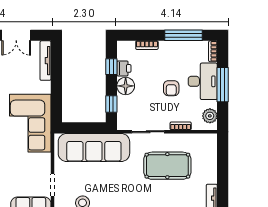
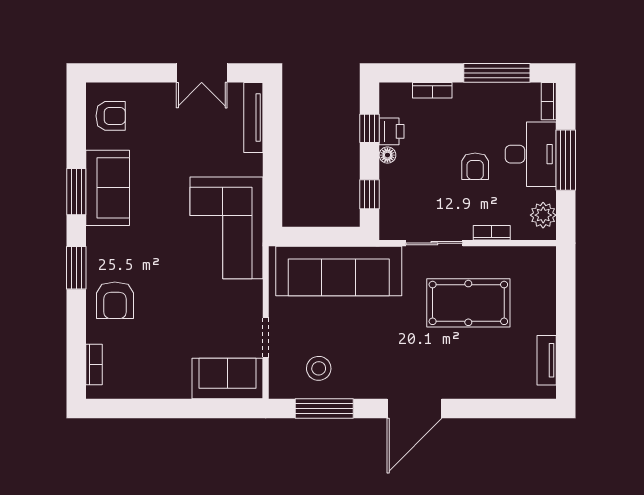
floor lamp: (126, 86) -> (387, 155), width x0.53, depth x0.53

